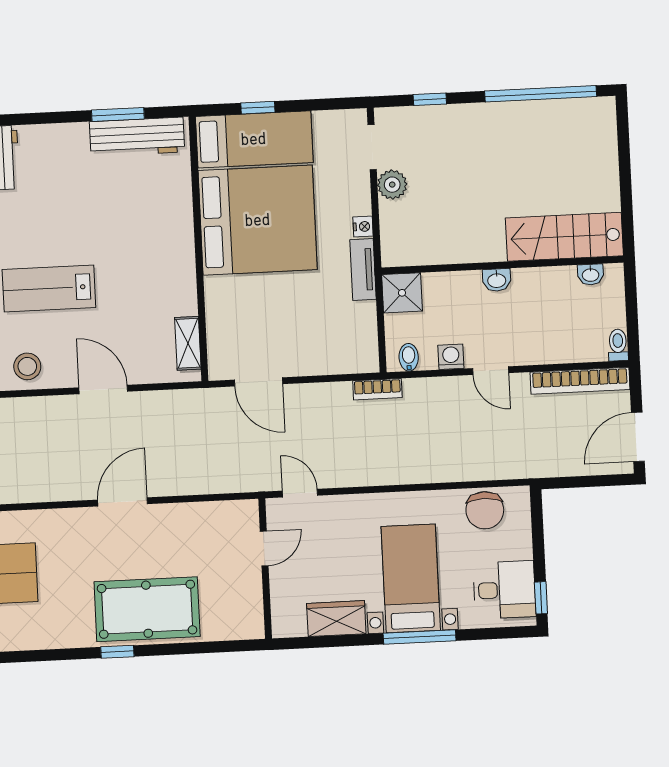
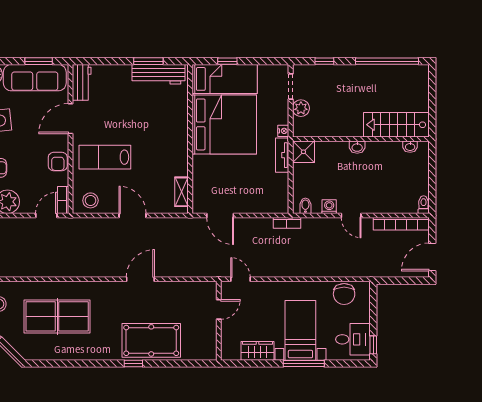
stairs: (564, 237) -> (396, 125), moved
wall: (503, 265) -> (361, 139), moved
washbasin: (591, 275) -> (410, 147), moved
washbasin: (497, 280) -> (357, 147), moved
shower: (402, 293) -> (303, 152), moved

